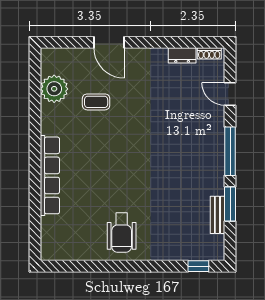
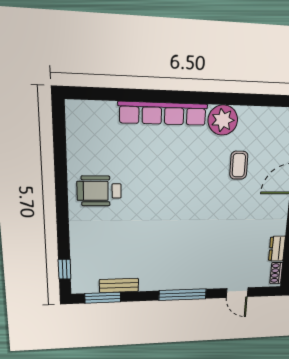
plant: (54, 89) -> (223, 120), moved
door: (230, 94) -> (237, 293), swing flipped
window: (230, 204) -> (103, 298), moved

